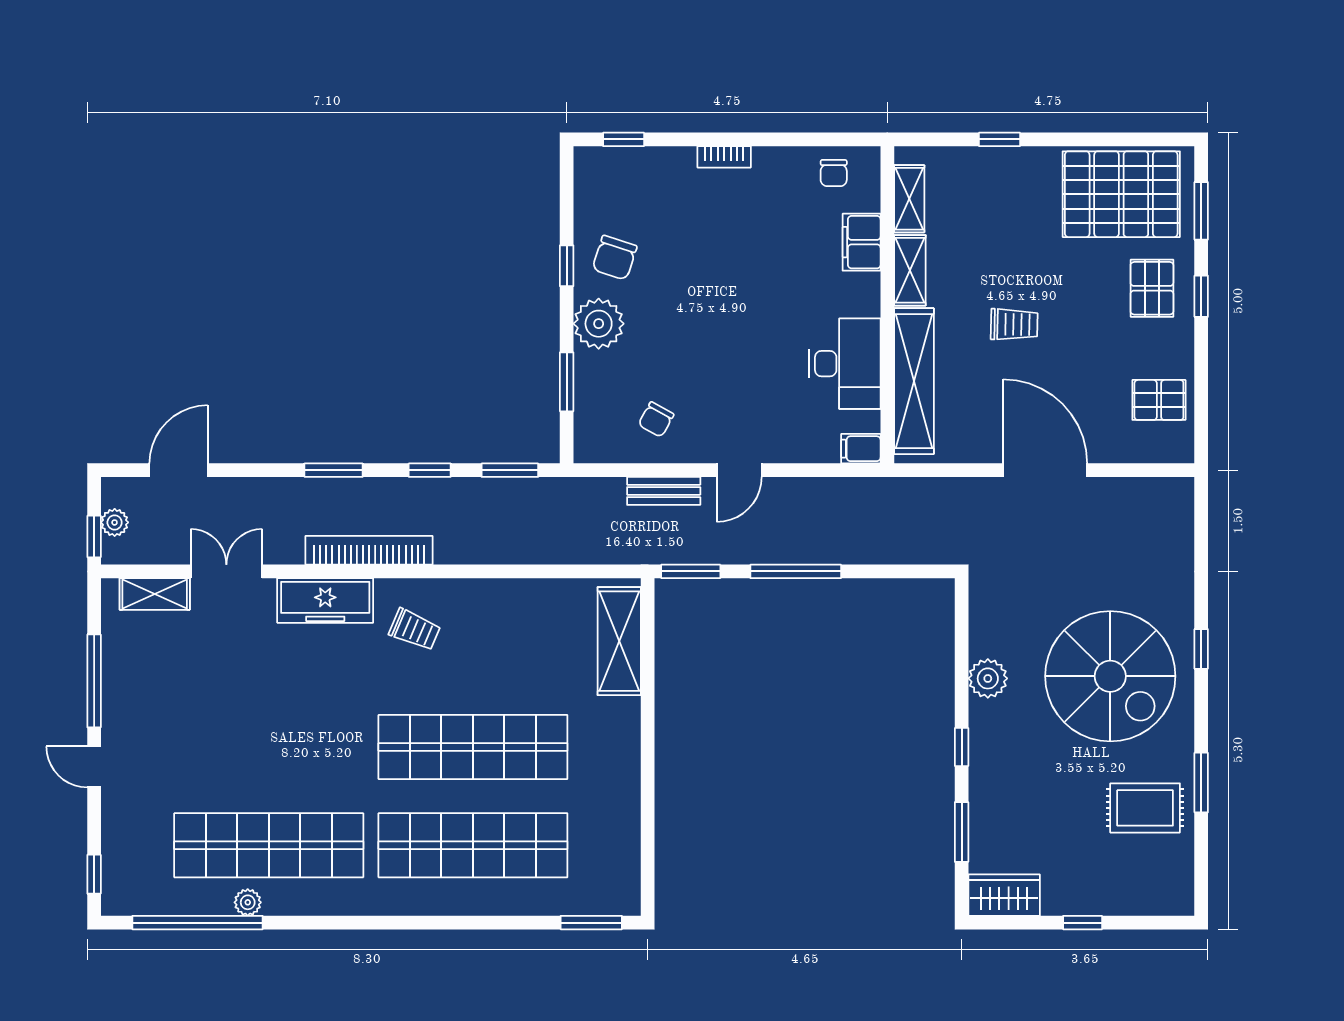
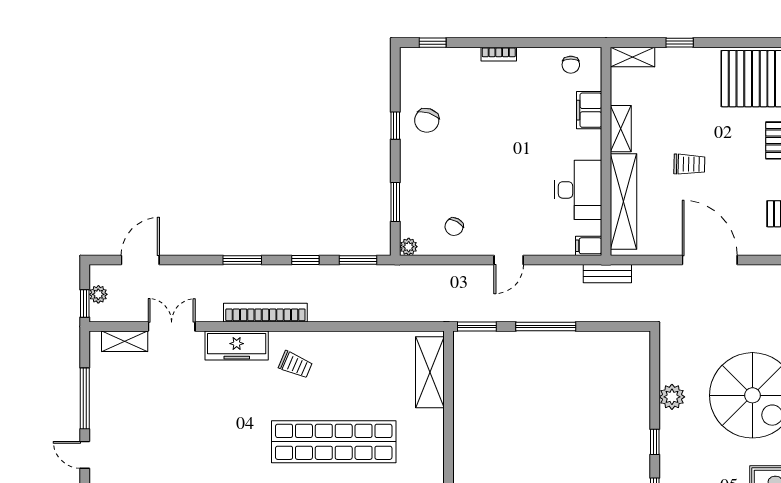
shelving: (909, 199) -> (632, 57), moved, turned 90
plant: (599, 324) -> (409, 247), moved, width x0.53, depth x0.53
bench: (664, 491) -> (607, 274), moved

